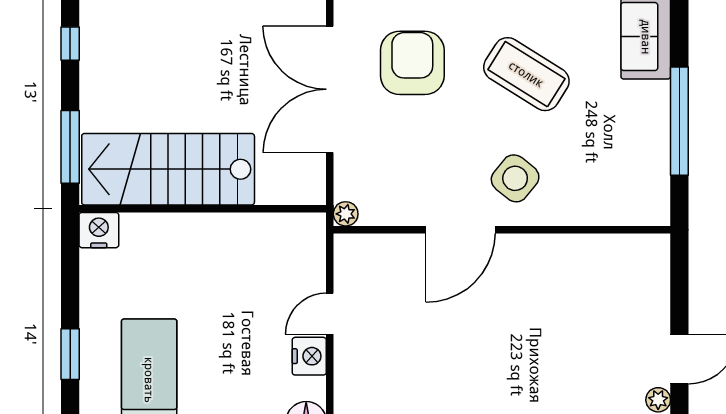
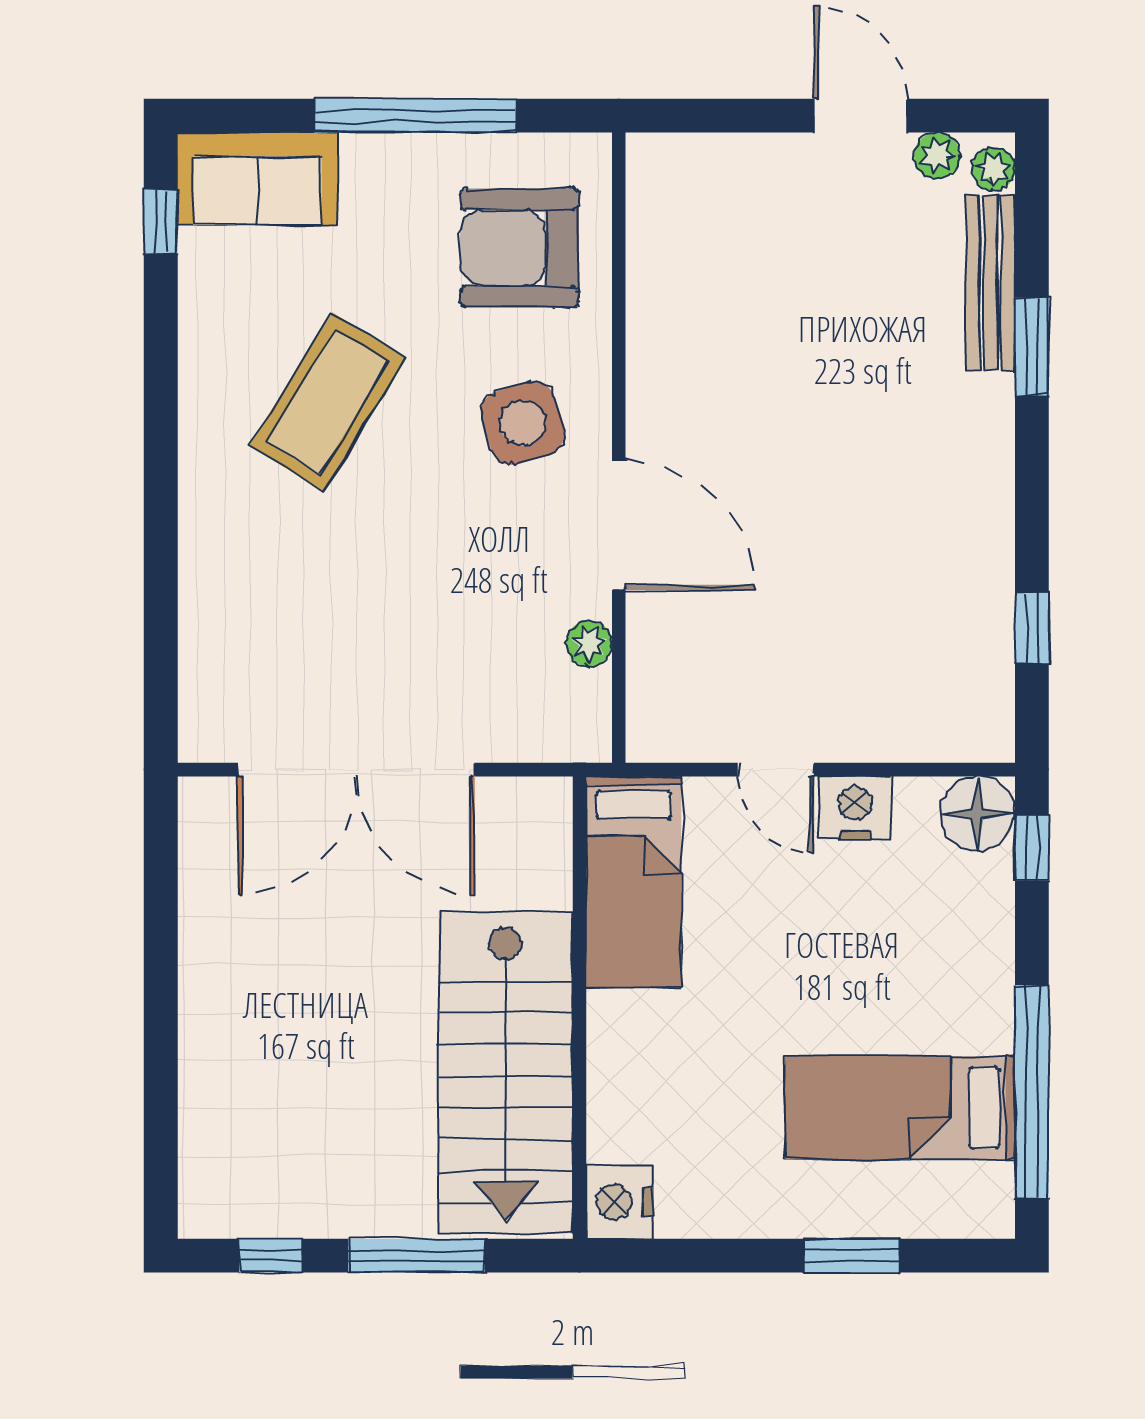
armchair: (412, 63) -> (520, 248), moved
window: (70, 147) -> (417, 1256), moved
side table: (515, 178) -> (523, 423), turned 34
plant: (346, 214) -> (589, 643), moved
bed: (270, 238) -> (634, 882), added

